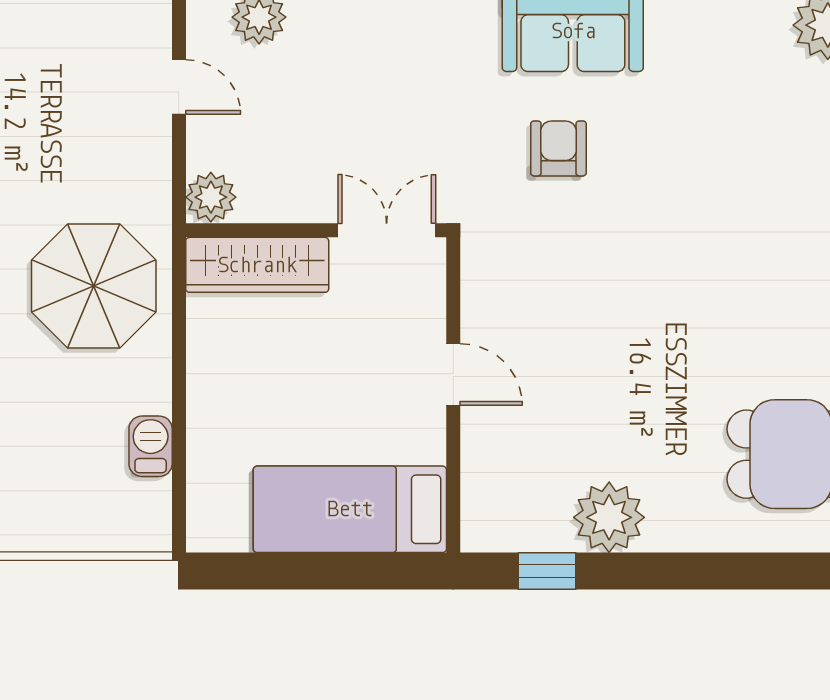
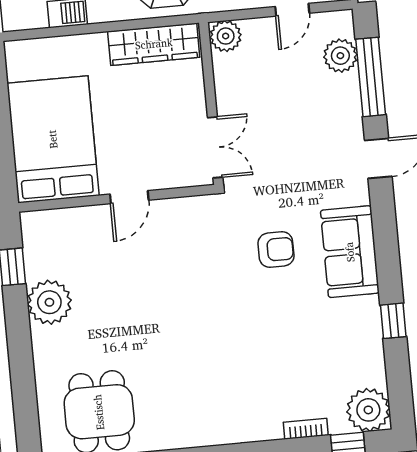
wardrobe: (257, 265) -> (154, 44), moved, turned -90
bed: (350, 509) -> (53, 139), width x1.50

